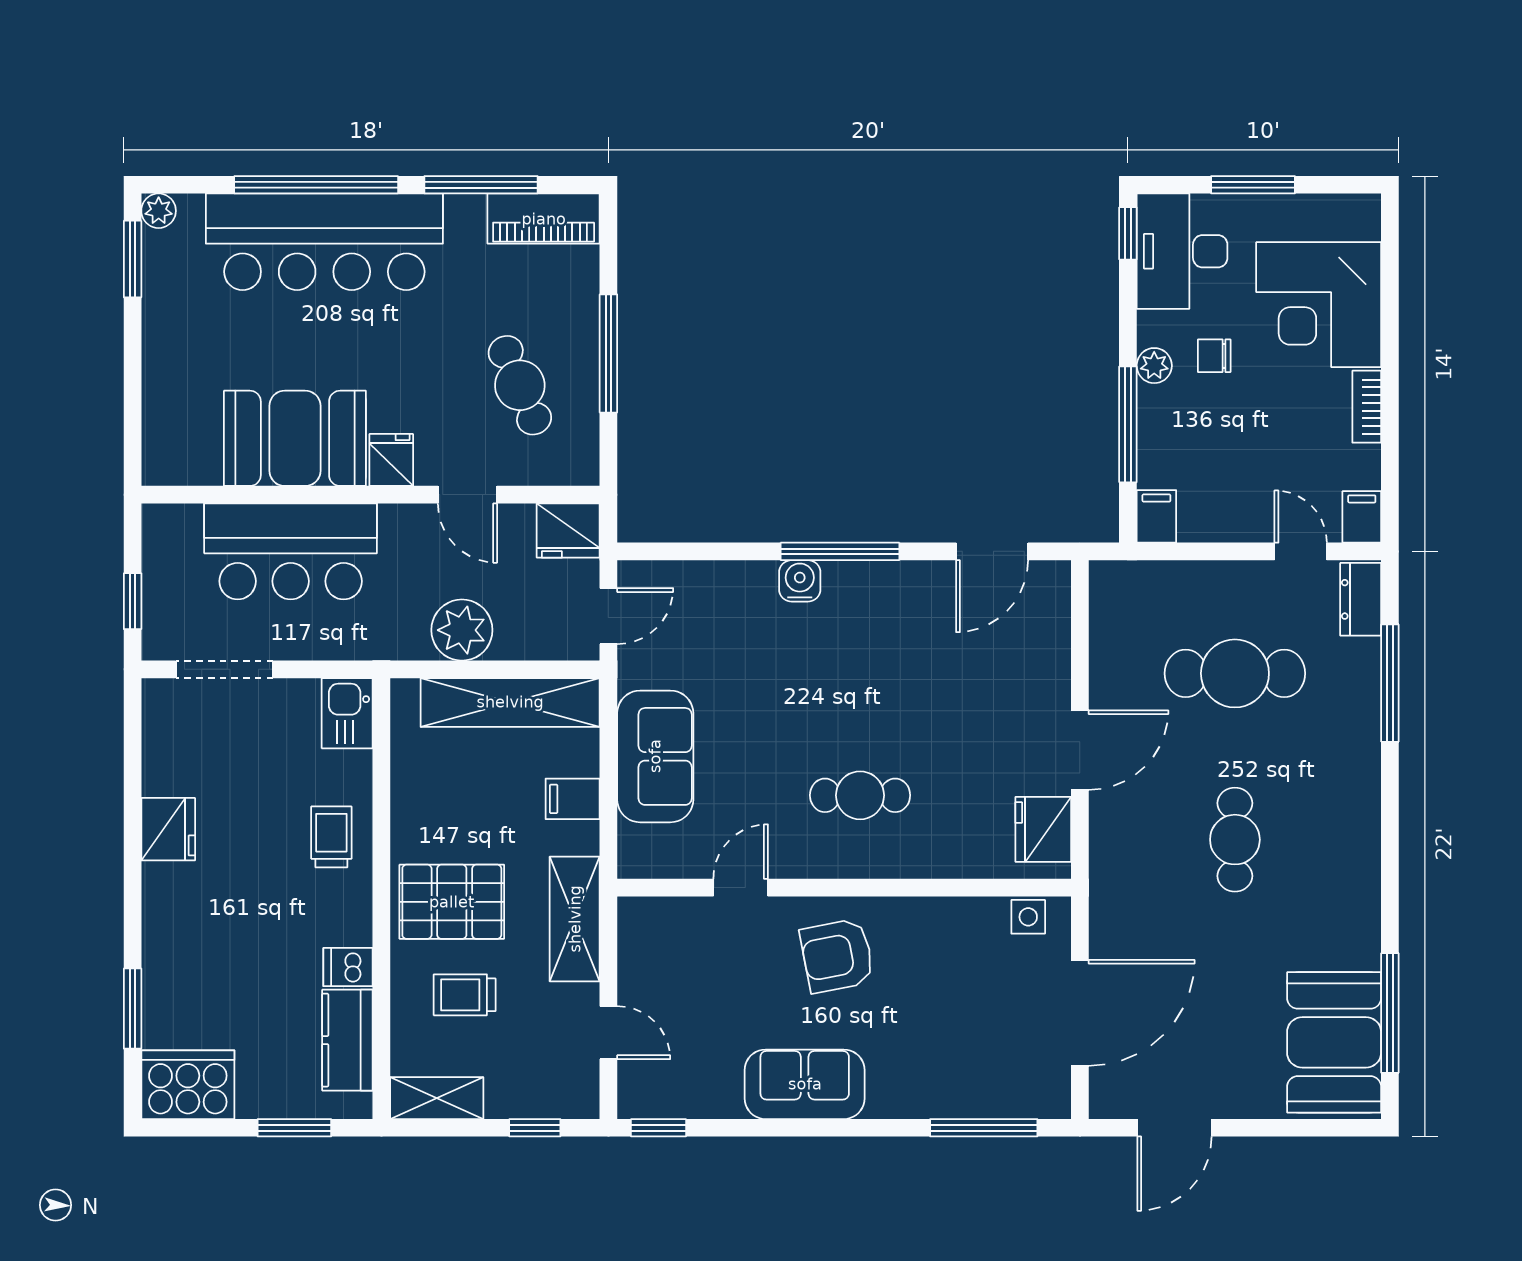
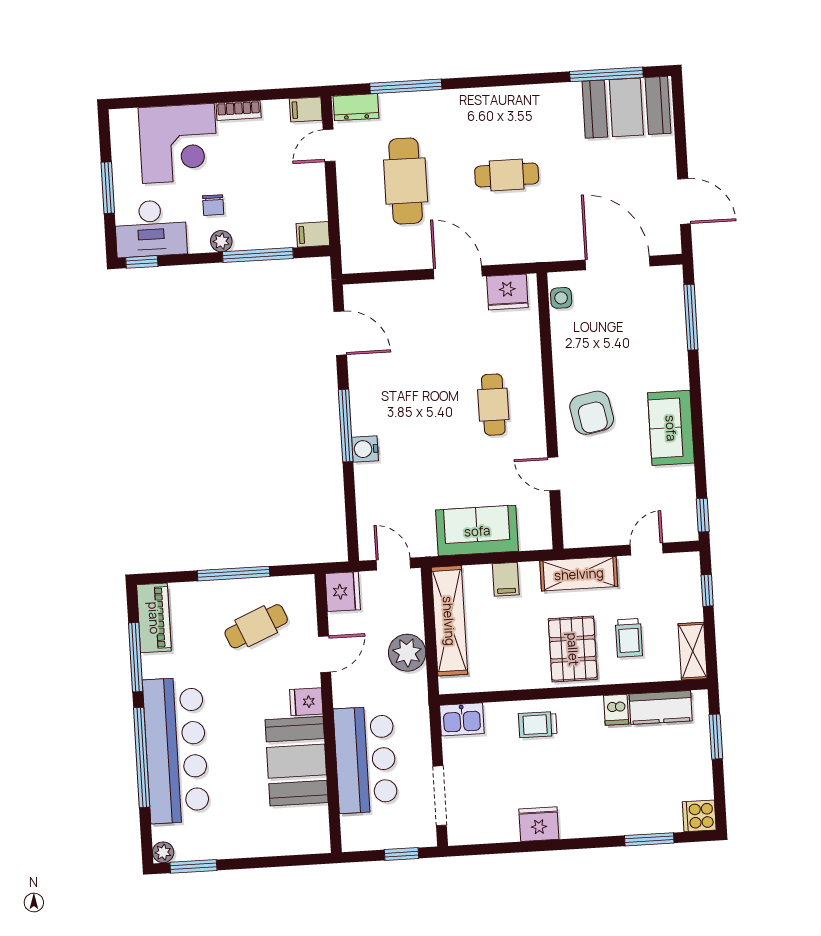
cooker: (188, 1085) -> (699, 816), width x0.53, depth x0.76

